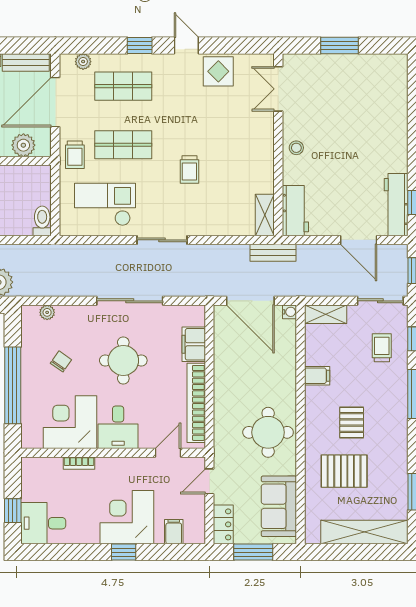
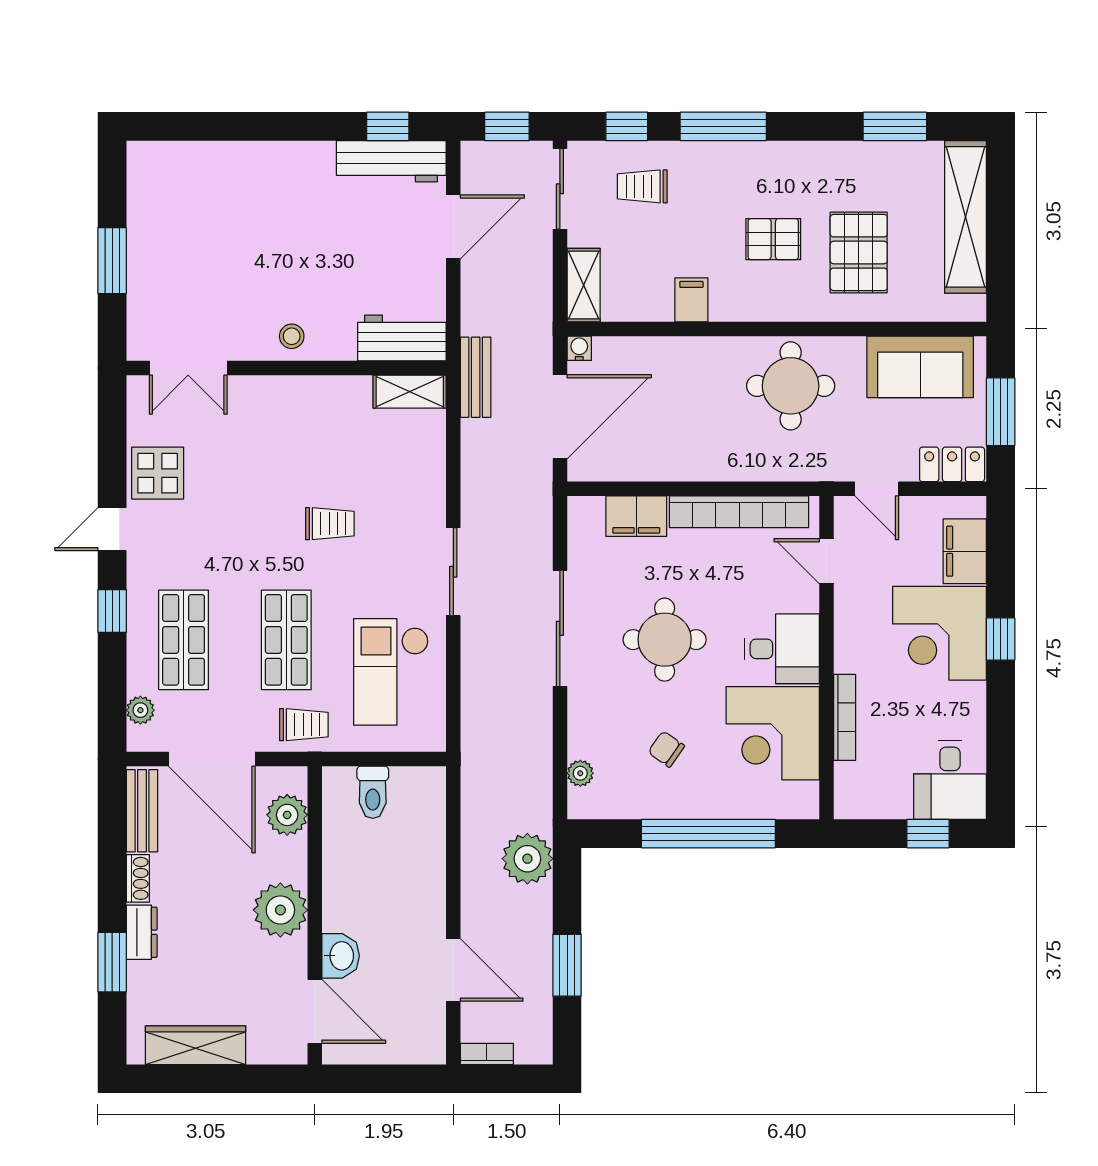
toilet: (42, 221) -> (373, 792), moved, turned -90
bookcase: (79, 463) -> (845, 717), width x1.56
filing cabinet: (174, 532) -> (965, 551), width x2.00

